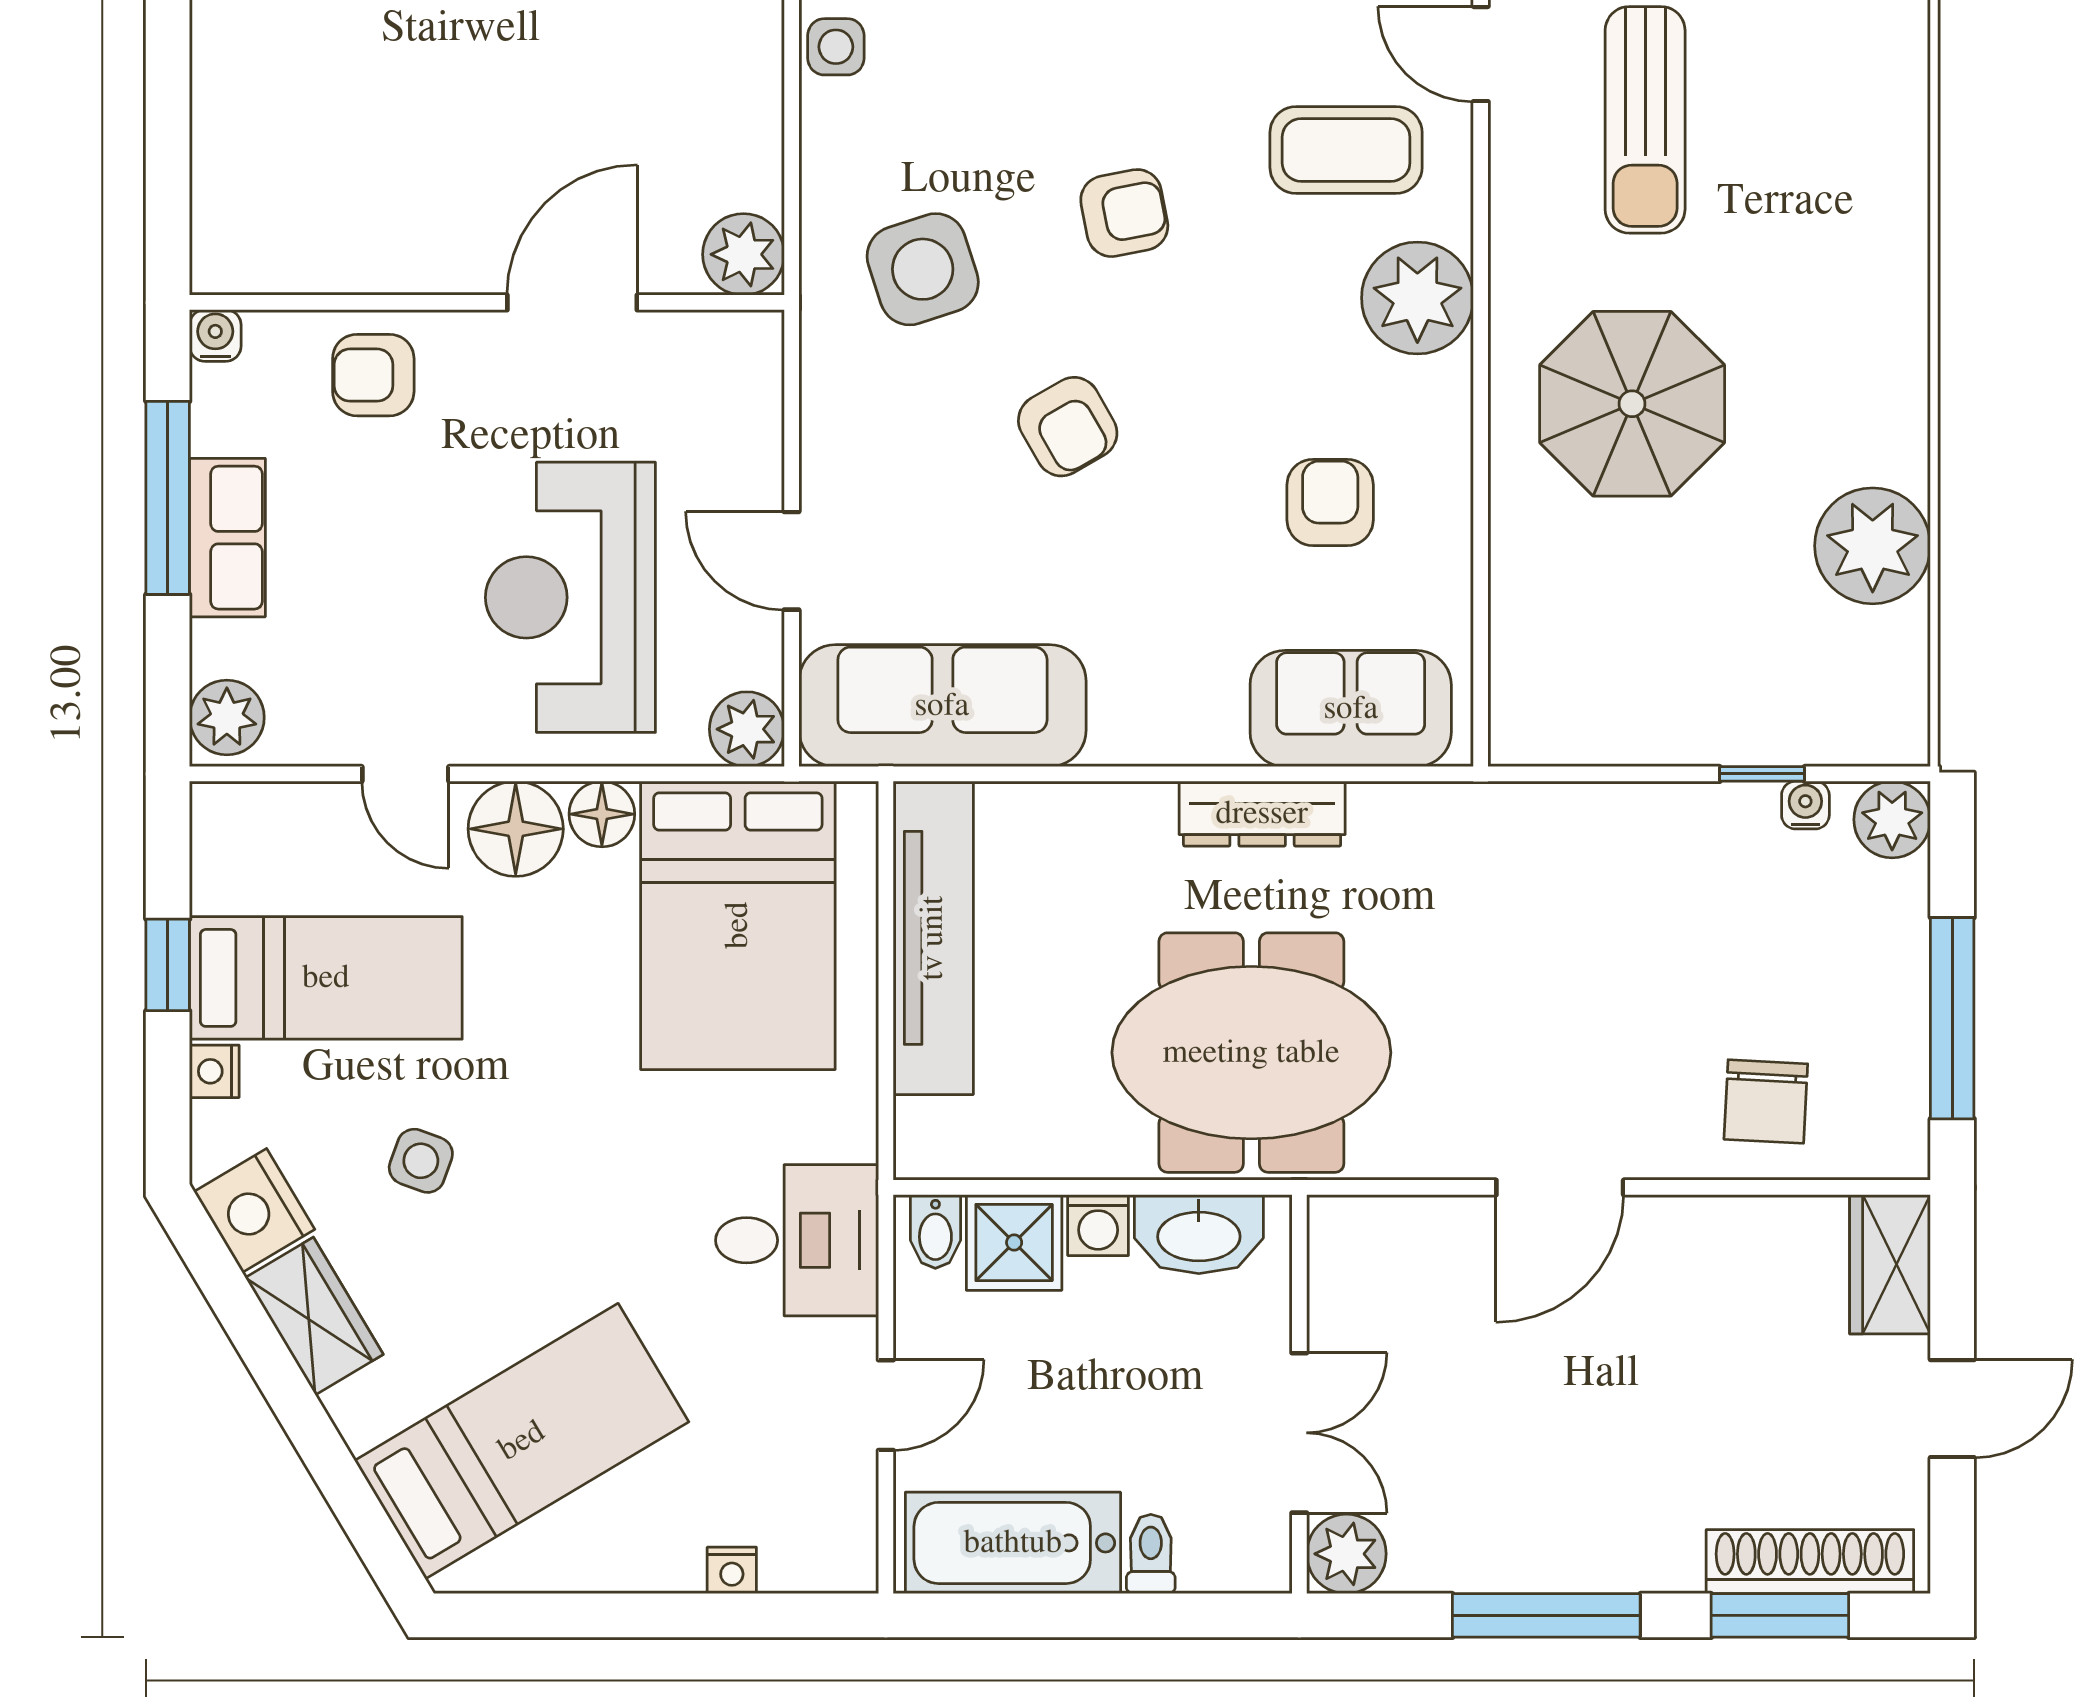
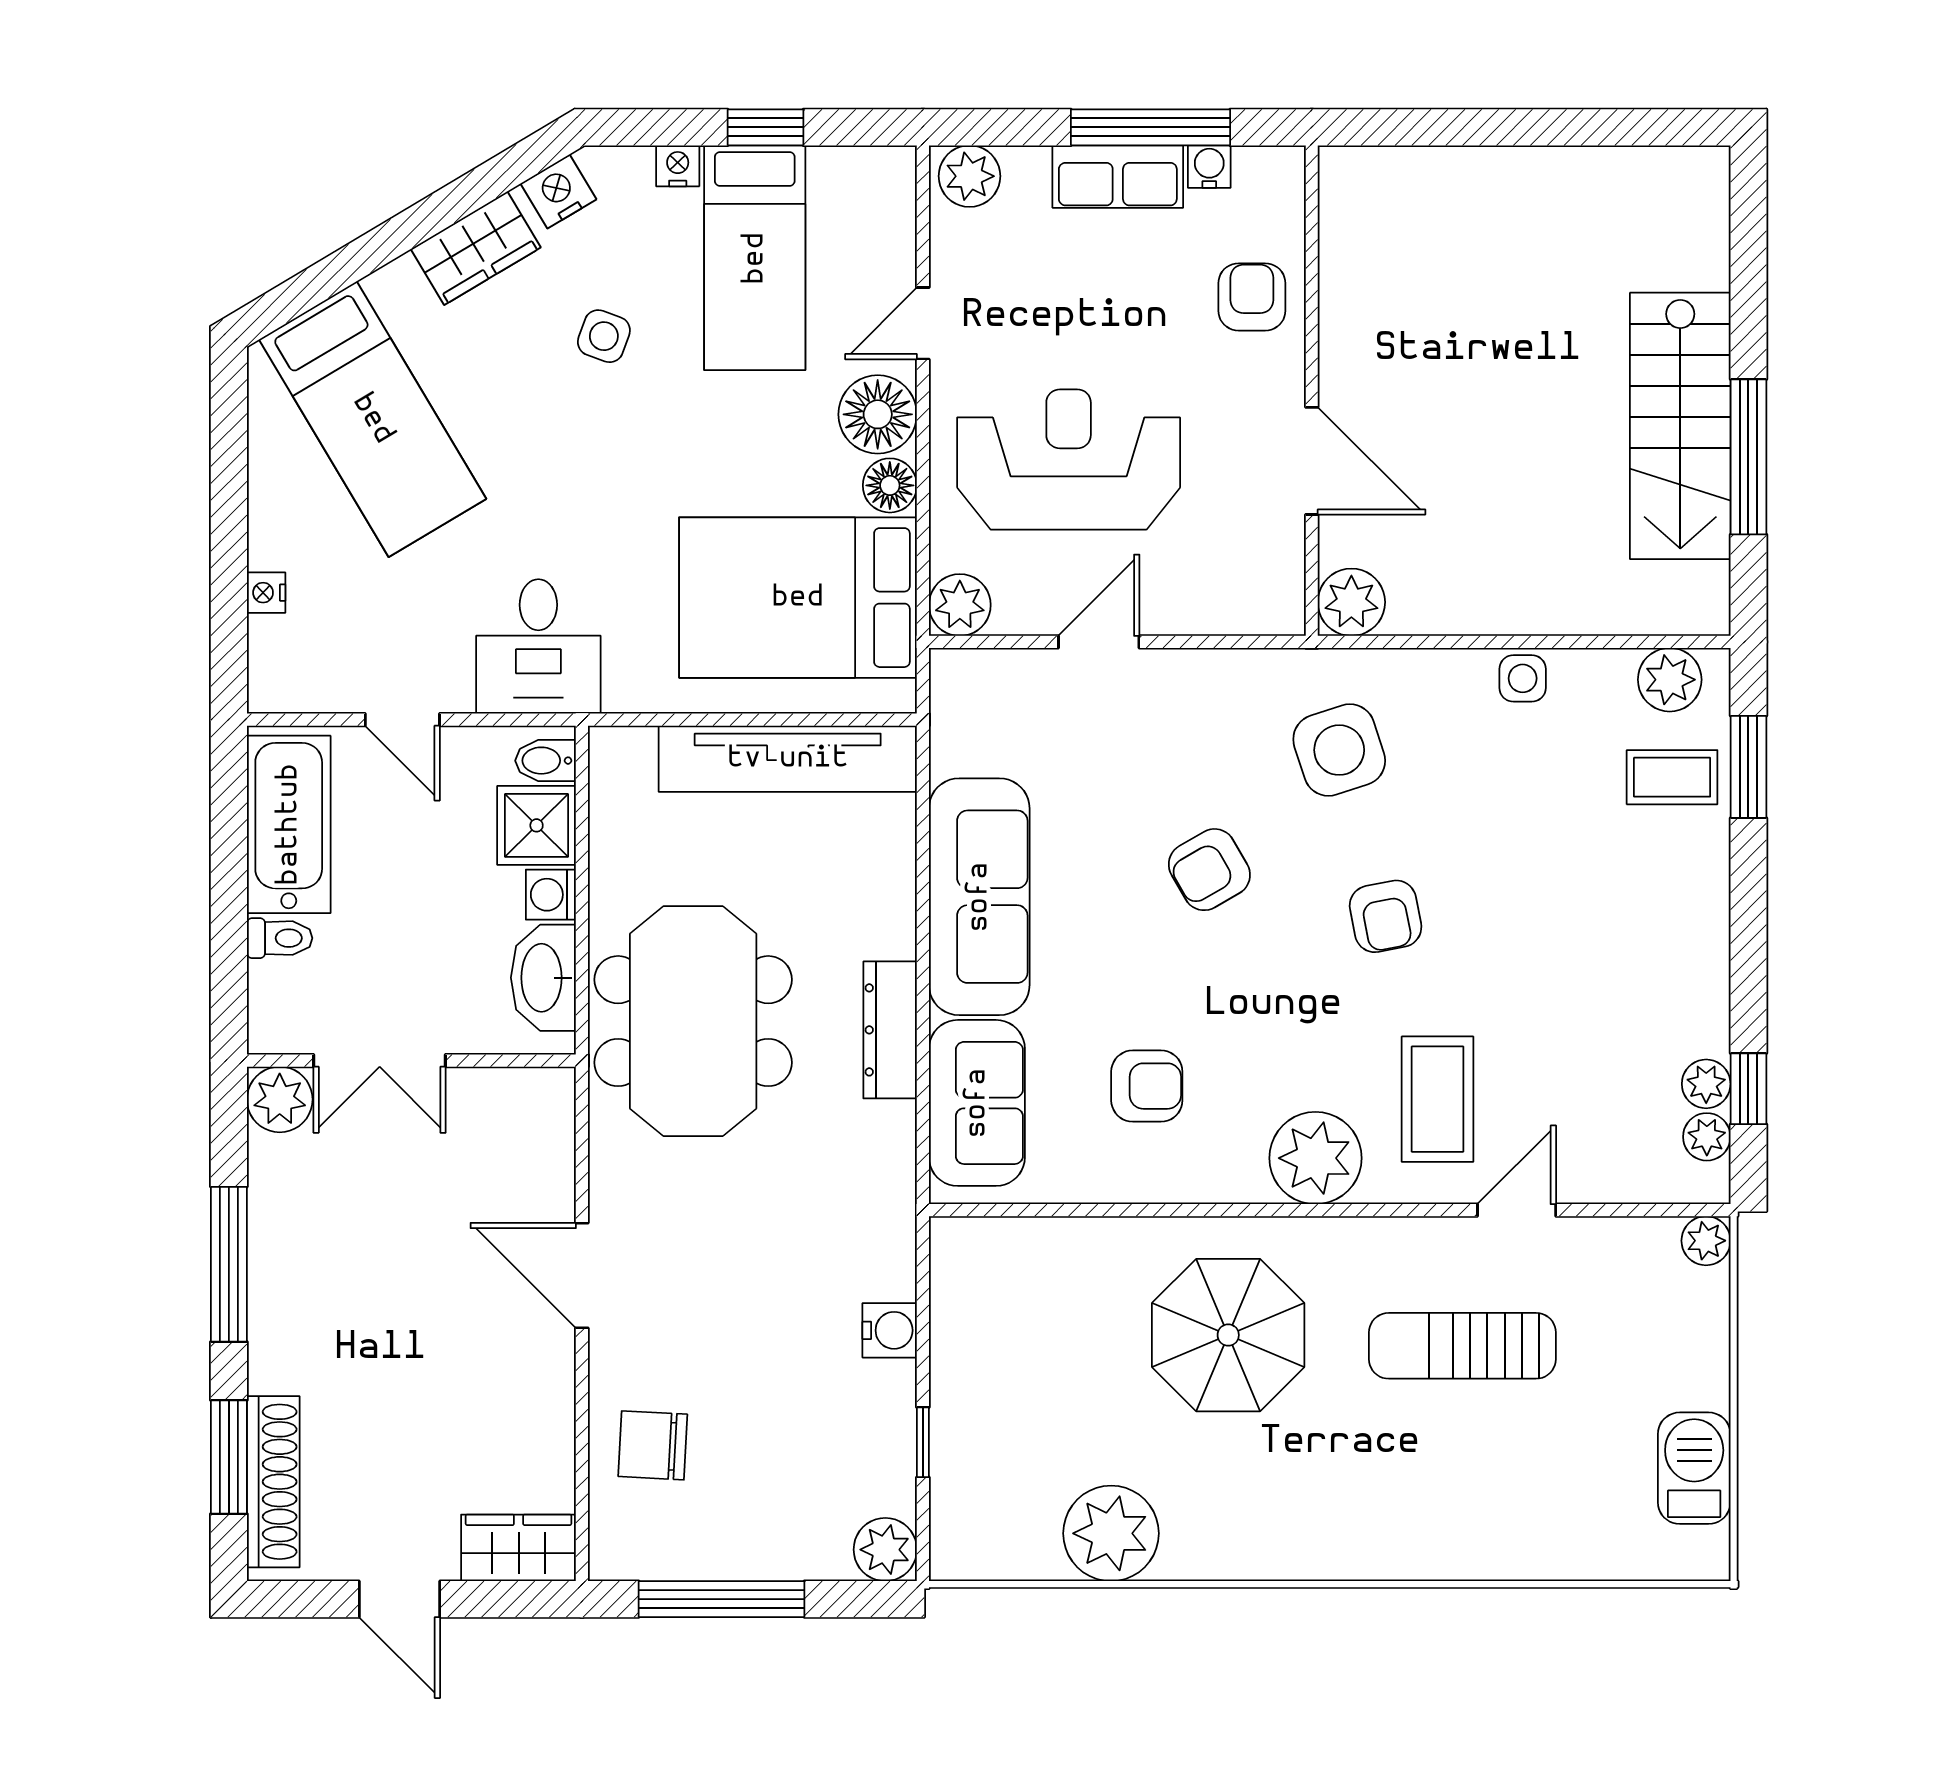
water cooler: (215, 336) -> (1209, 167), moved, turned -90
sofa: (942, 706) -> (979, 897), moved
water cooler: (1805, 805) -> (890, 1330), moved, width x1.38, depth x1.38
nightstand: (254, 1211) -> (558, 192), width x0.74, depth x0.75

